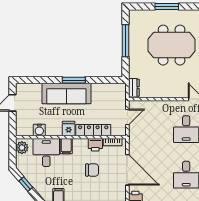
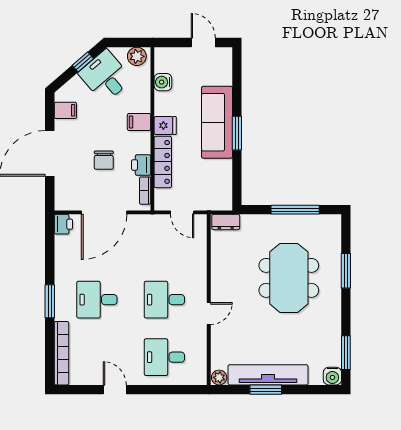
desk: (46, 153) -> (105, 76), moved, turned -131

